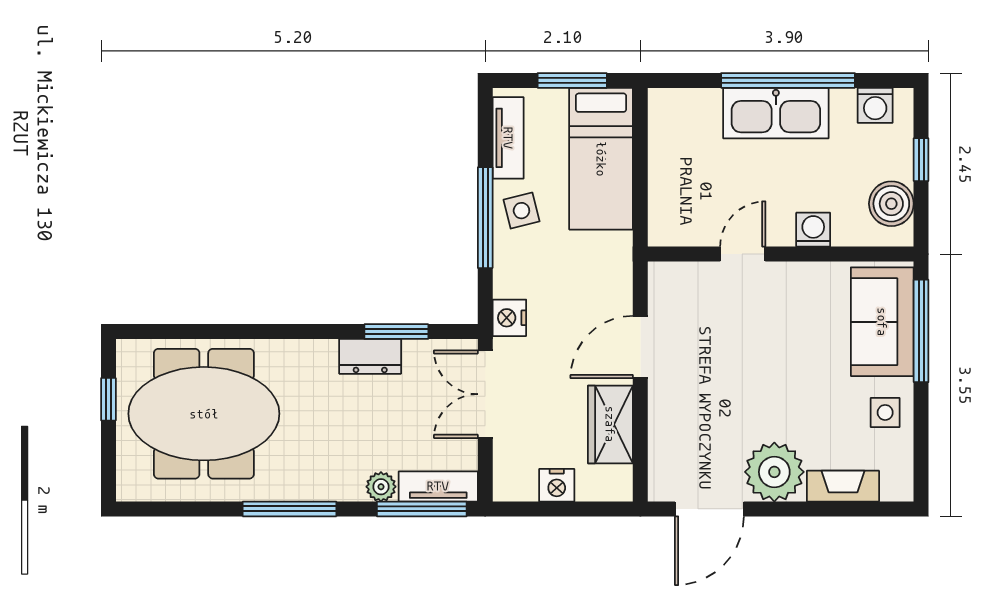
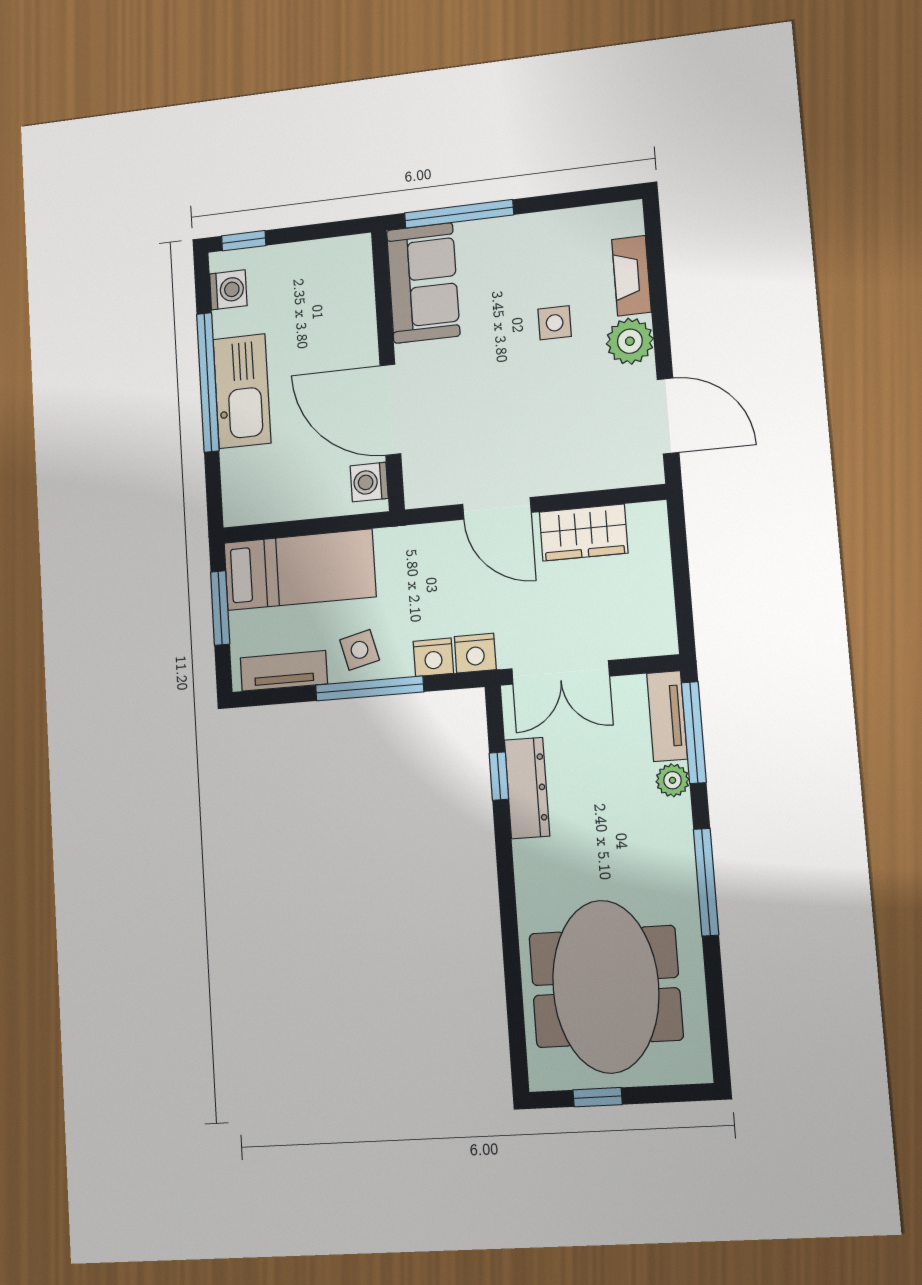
window: (921, 160) -> (244, 241), moved
boiler: (891, 204) -> (328, 261), removed
washing machine: (813, 230) -> (369, 482), moved
door: (743, 254) -> (390, 410), width x1.88
sofa: (882, 322) -> (423, 283), moved, turned -90
window: (396, 332) -> (499, 776), width x0.67
dresser: (370, 356) -> (527, 788), width x1.44
side table: (885, 412) -> (555, 323), moved
plant: (774, 472) -> (630, 341), width x0.73, depth x0.73
nightstand: (557, 485) -> (433, 657), moved, turned 90

